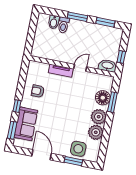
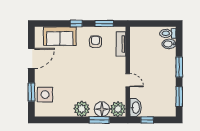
toilet: (63, 25) -> (168, 33), moved
tv unit: (61, 71) -> (121, 44), moved
window: (12, 130) -> (104, 23), moved
plant: (96, 132) -> (118, 109), moved

